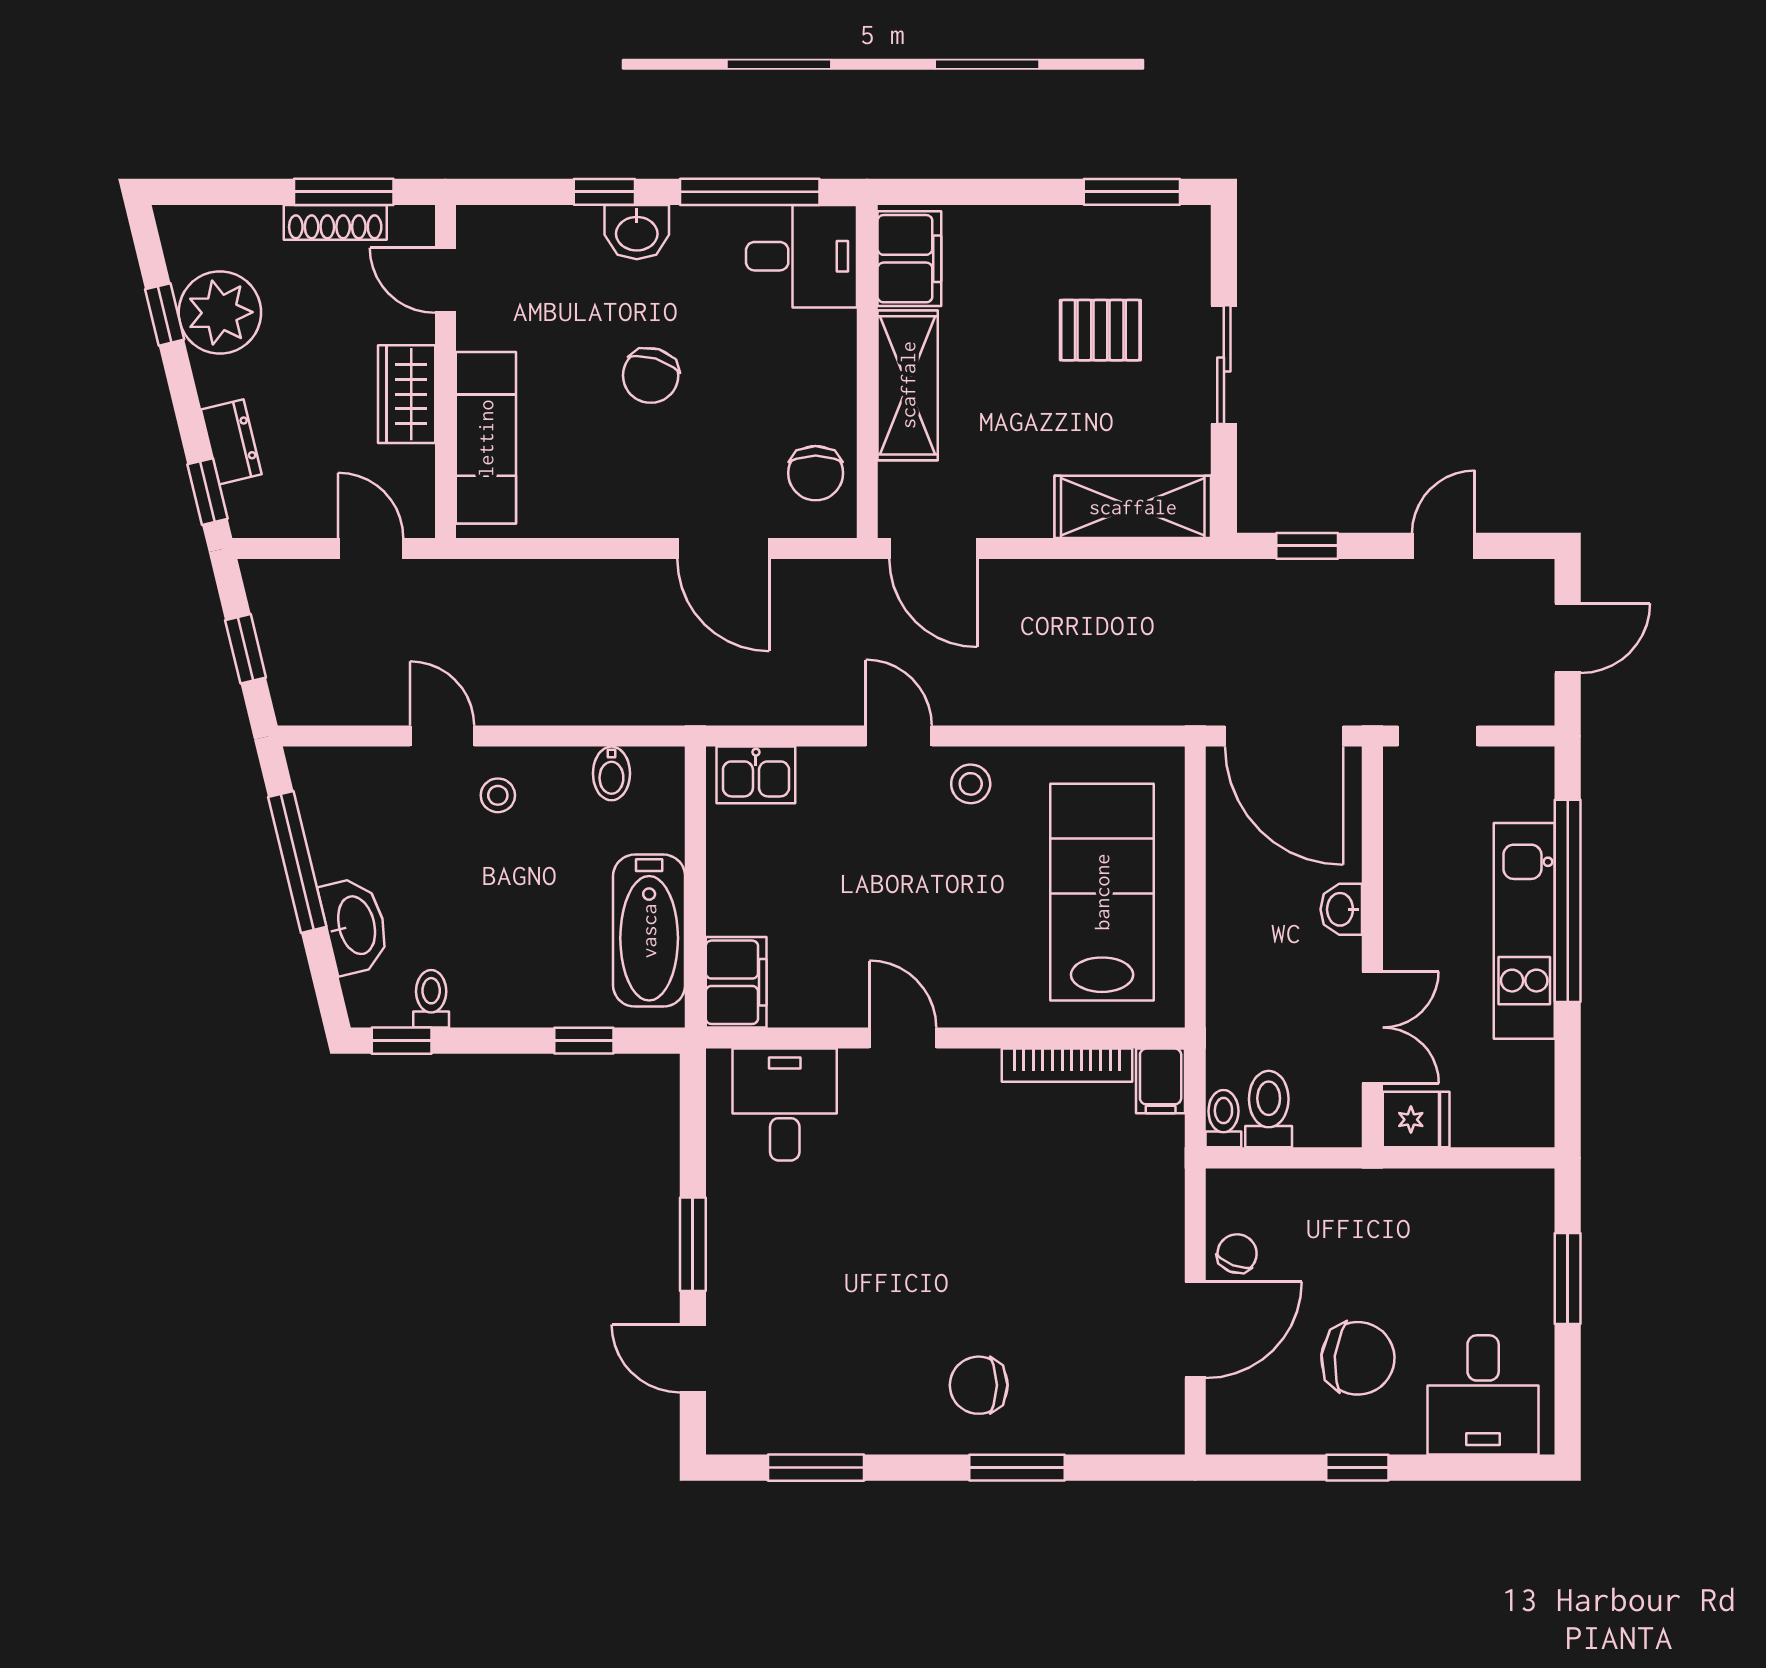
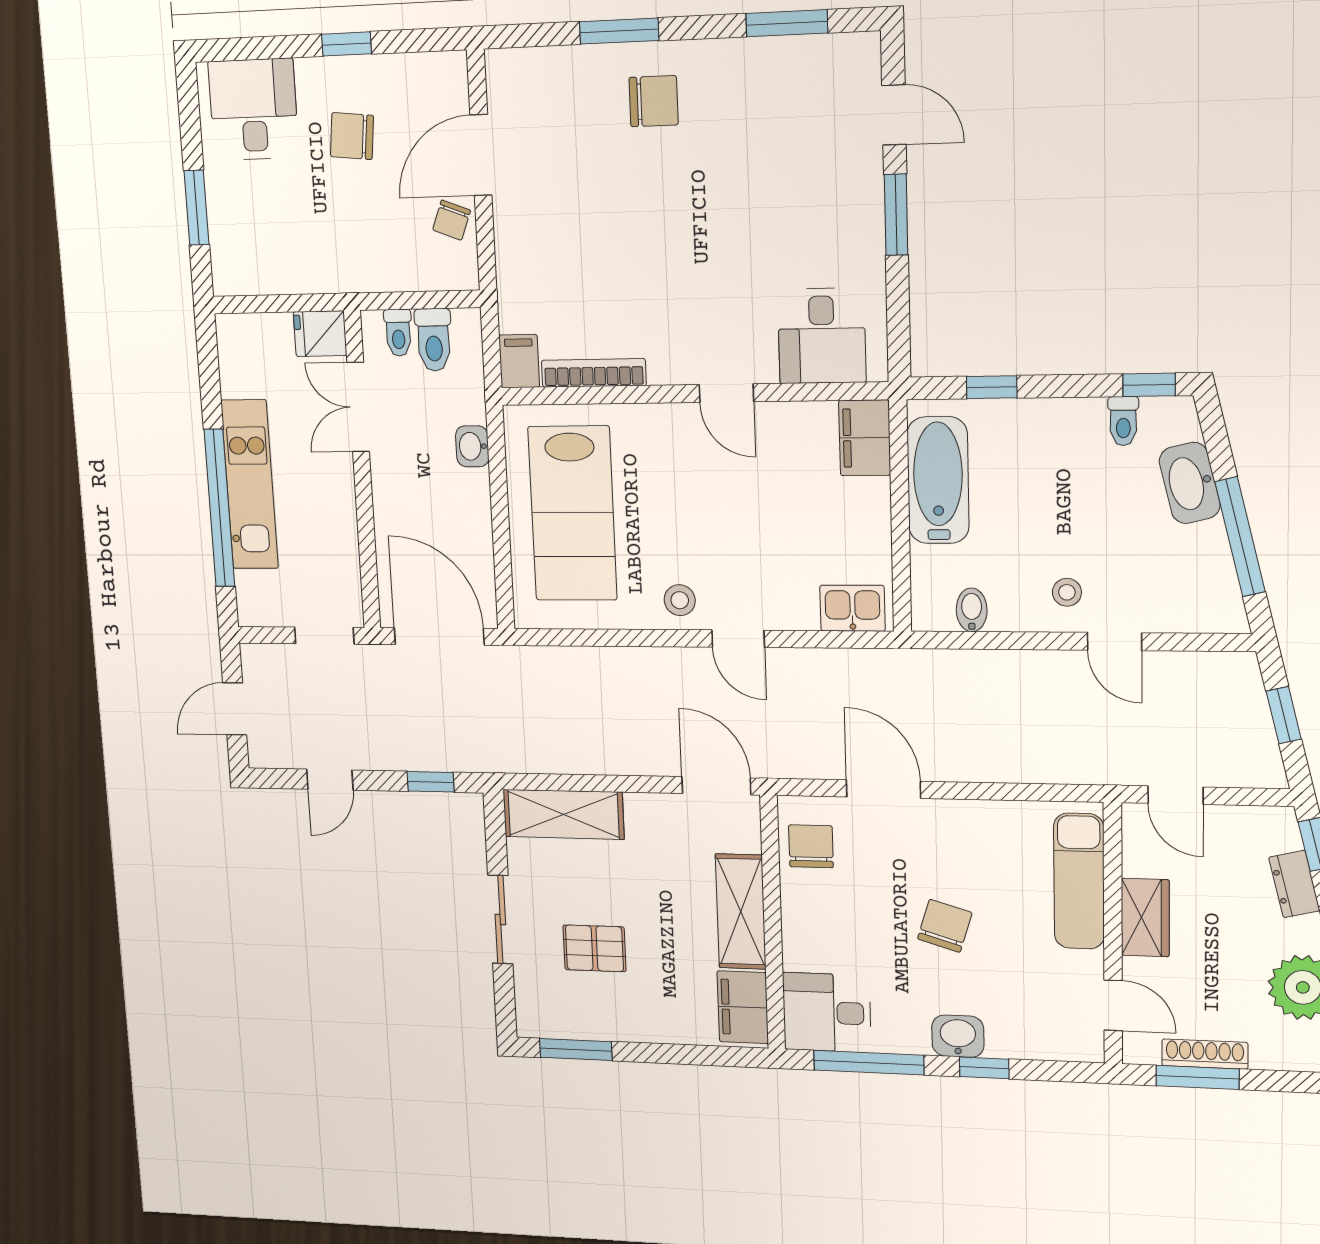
washbasin: (1341, 909) -> (472, 446), moved, turned 180
toilet: (1223, 1119) -> (398, 333), moved
chair: (1358, 1358) -> (352, 136), width x0.73, depth x0.73

